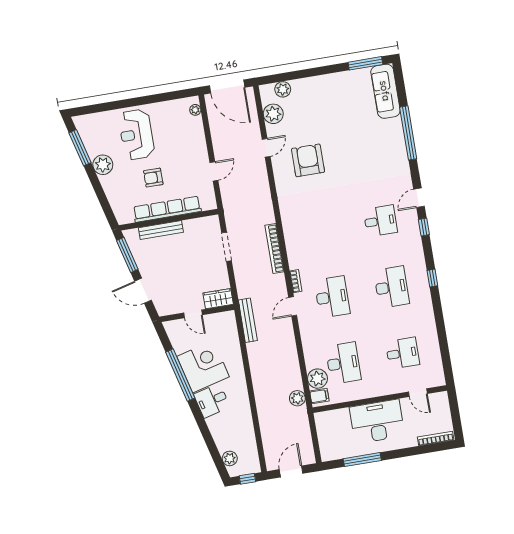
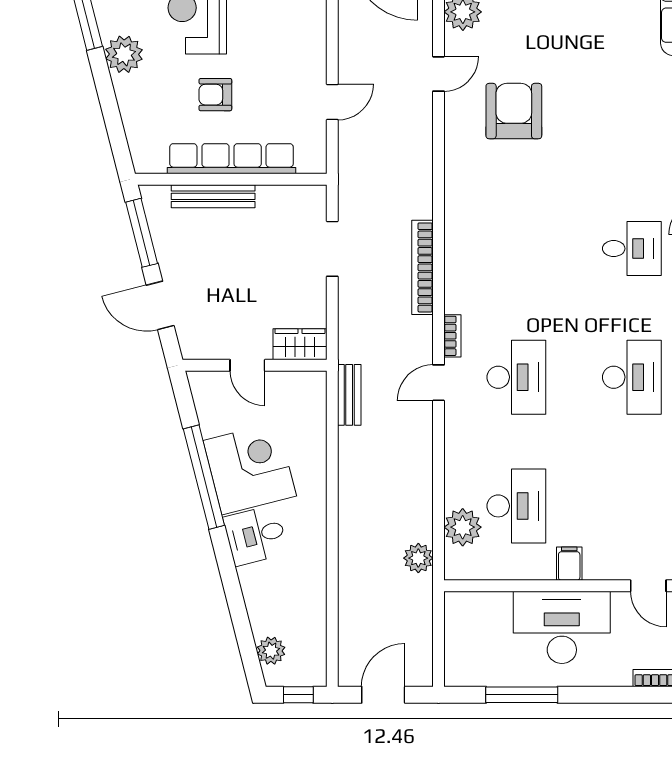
bench: (248, 320) -> (349, 395), width x0.73
desk: (403, 353) -> (632, 506), removed
filing cabinet: (319, 396) -> (569, 564), moved, turned -90

